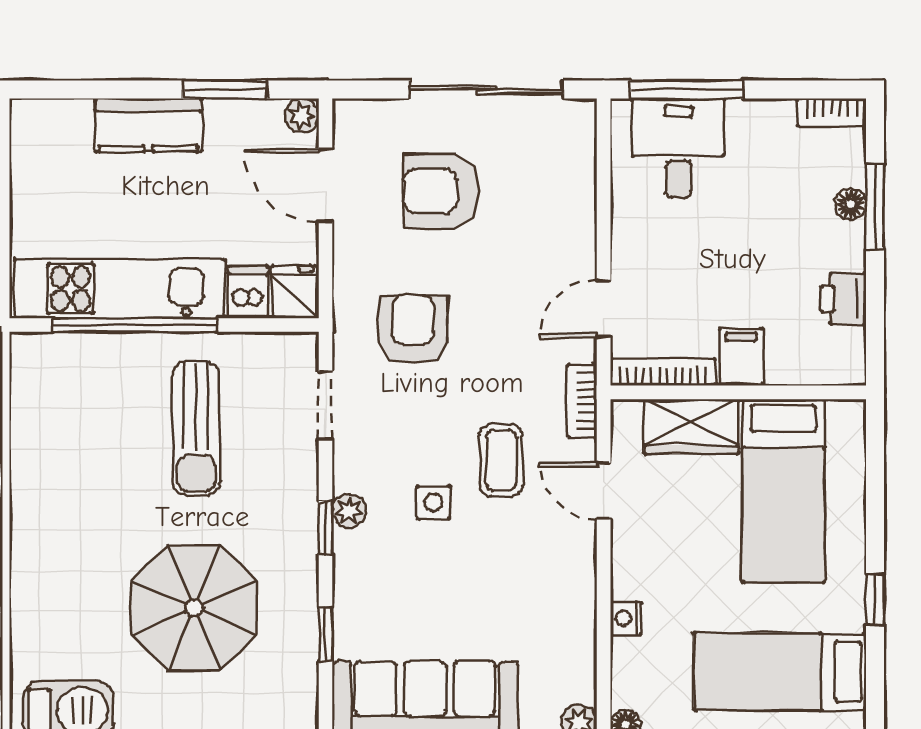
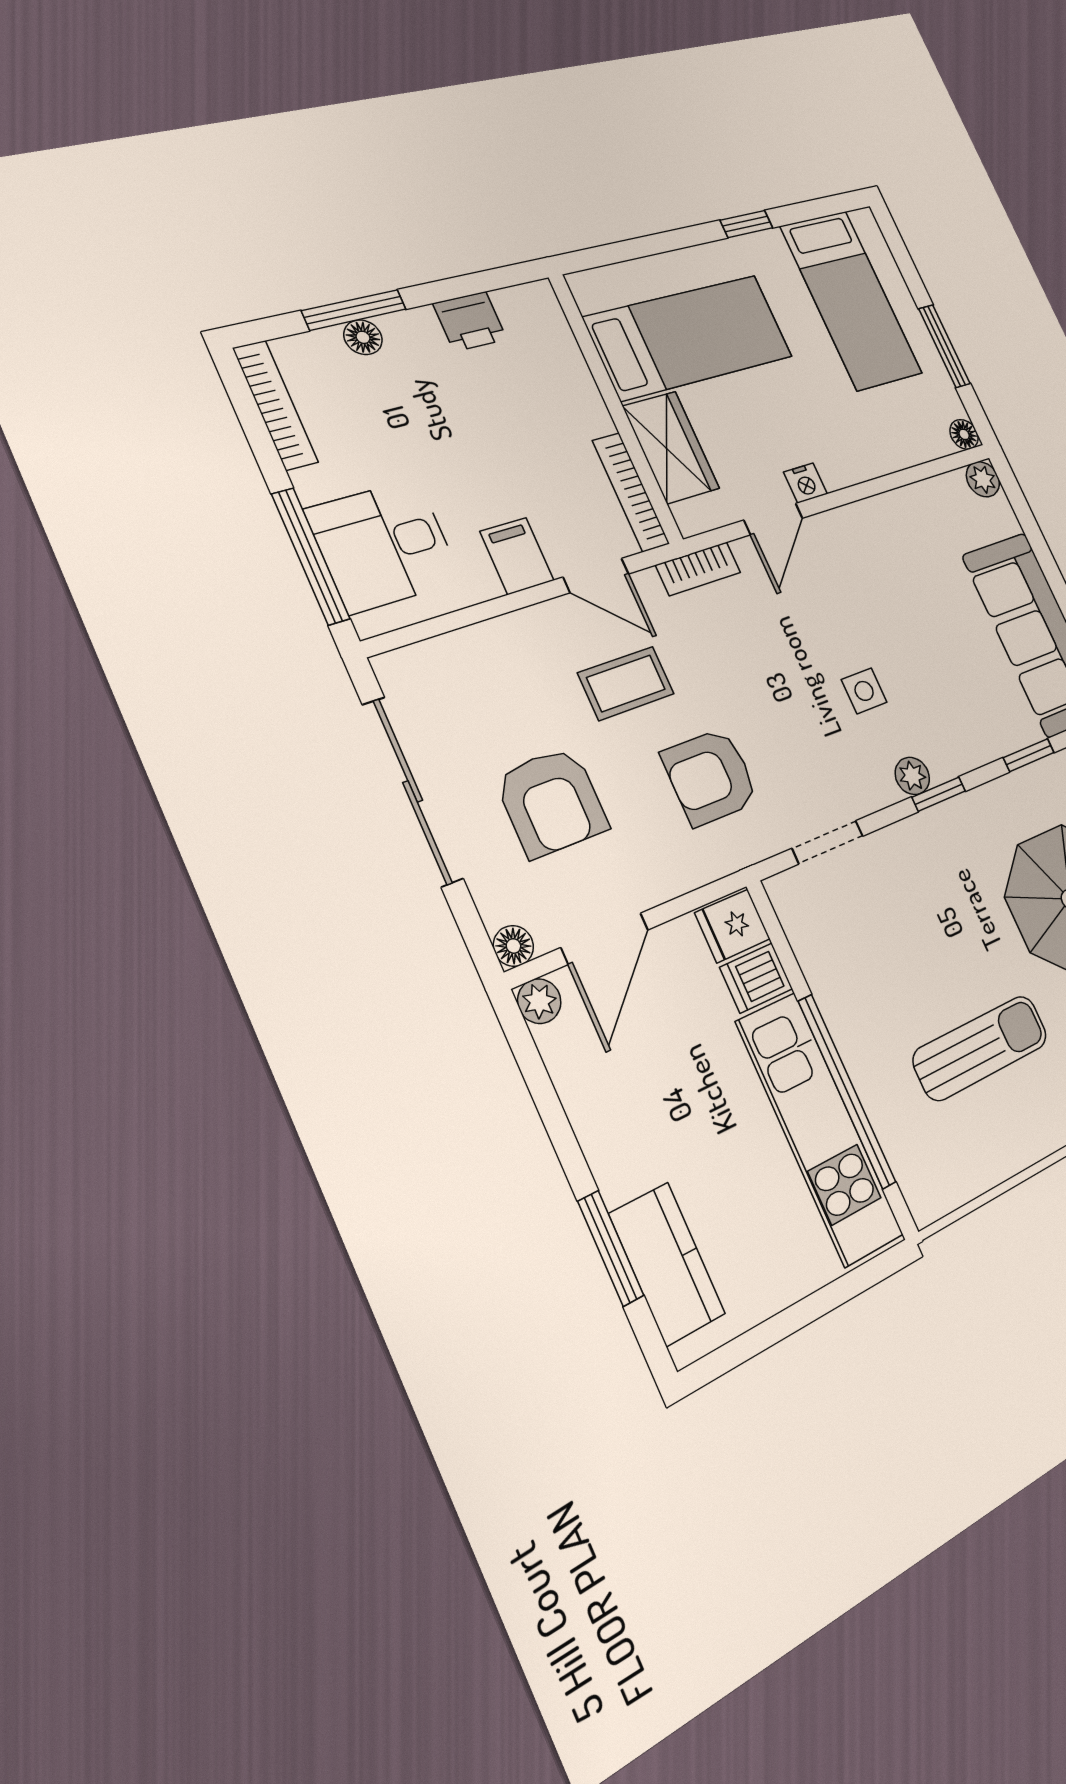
window: (225, 90) -> (611, 1248), moved
bookcase: (831, 112) -> (275, 405), width x1.56
floor lamp: (348, 114) -> (513, 946), added
kitchen counter: (148, 125) -> (667, 1264), moved
filing cabinet: (741, 357) -> (517, 556), moved, turned 90
sun lounger: (196, 428) -> (981, 1048), moved
coffee table: (501, 460) -> (626, 683), moved
nightstand: (626, 618) -> (805, 483), moved

